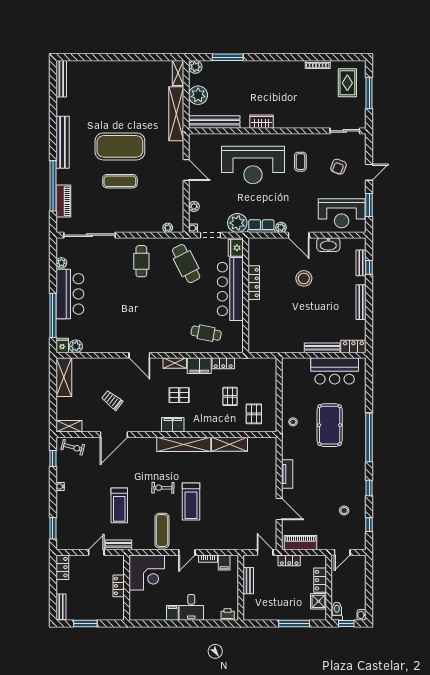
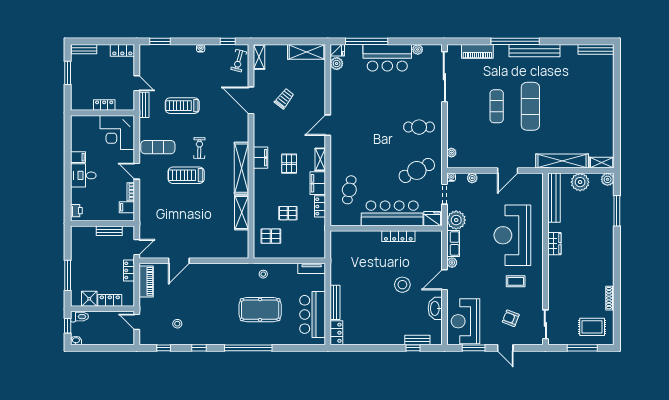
exercise mat: (120, 146) -> (530, 106), width x0.68
window: (53, 186) -> (515, 41), moved
bench: (361, 302) -> (379, 340), removed
tv unit: (287, 474) -> (312, 268), moved

